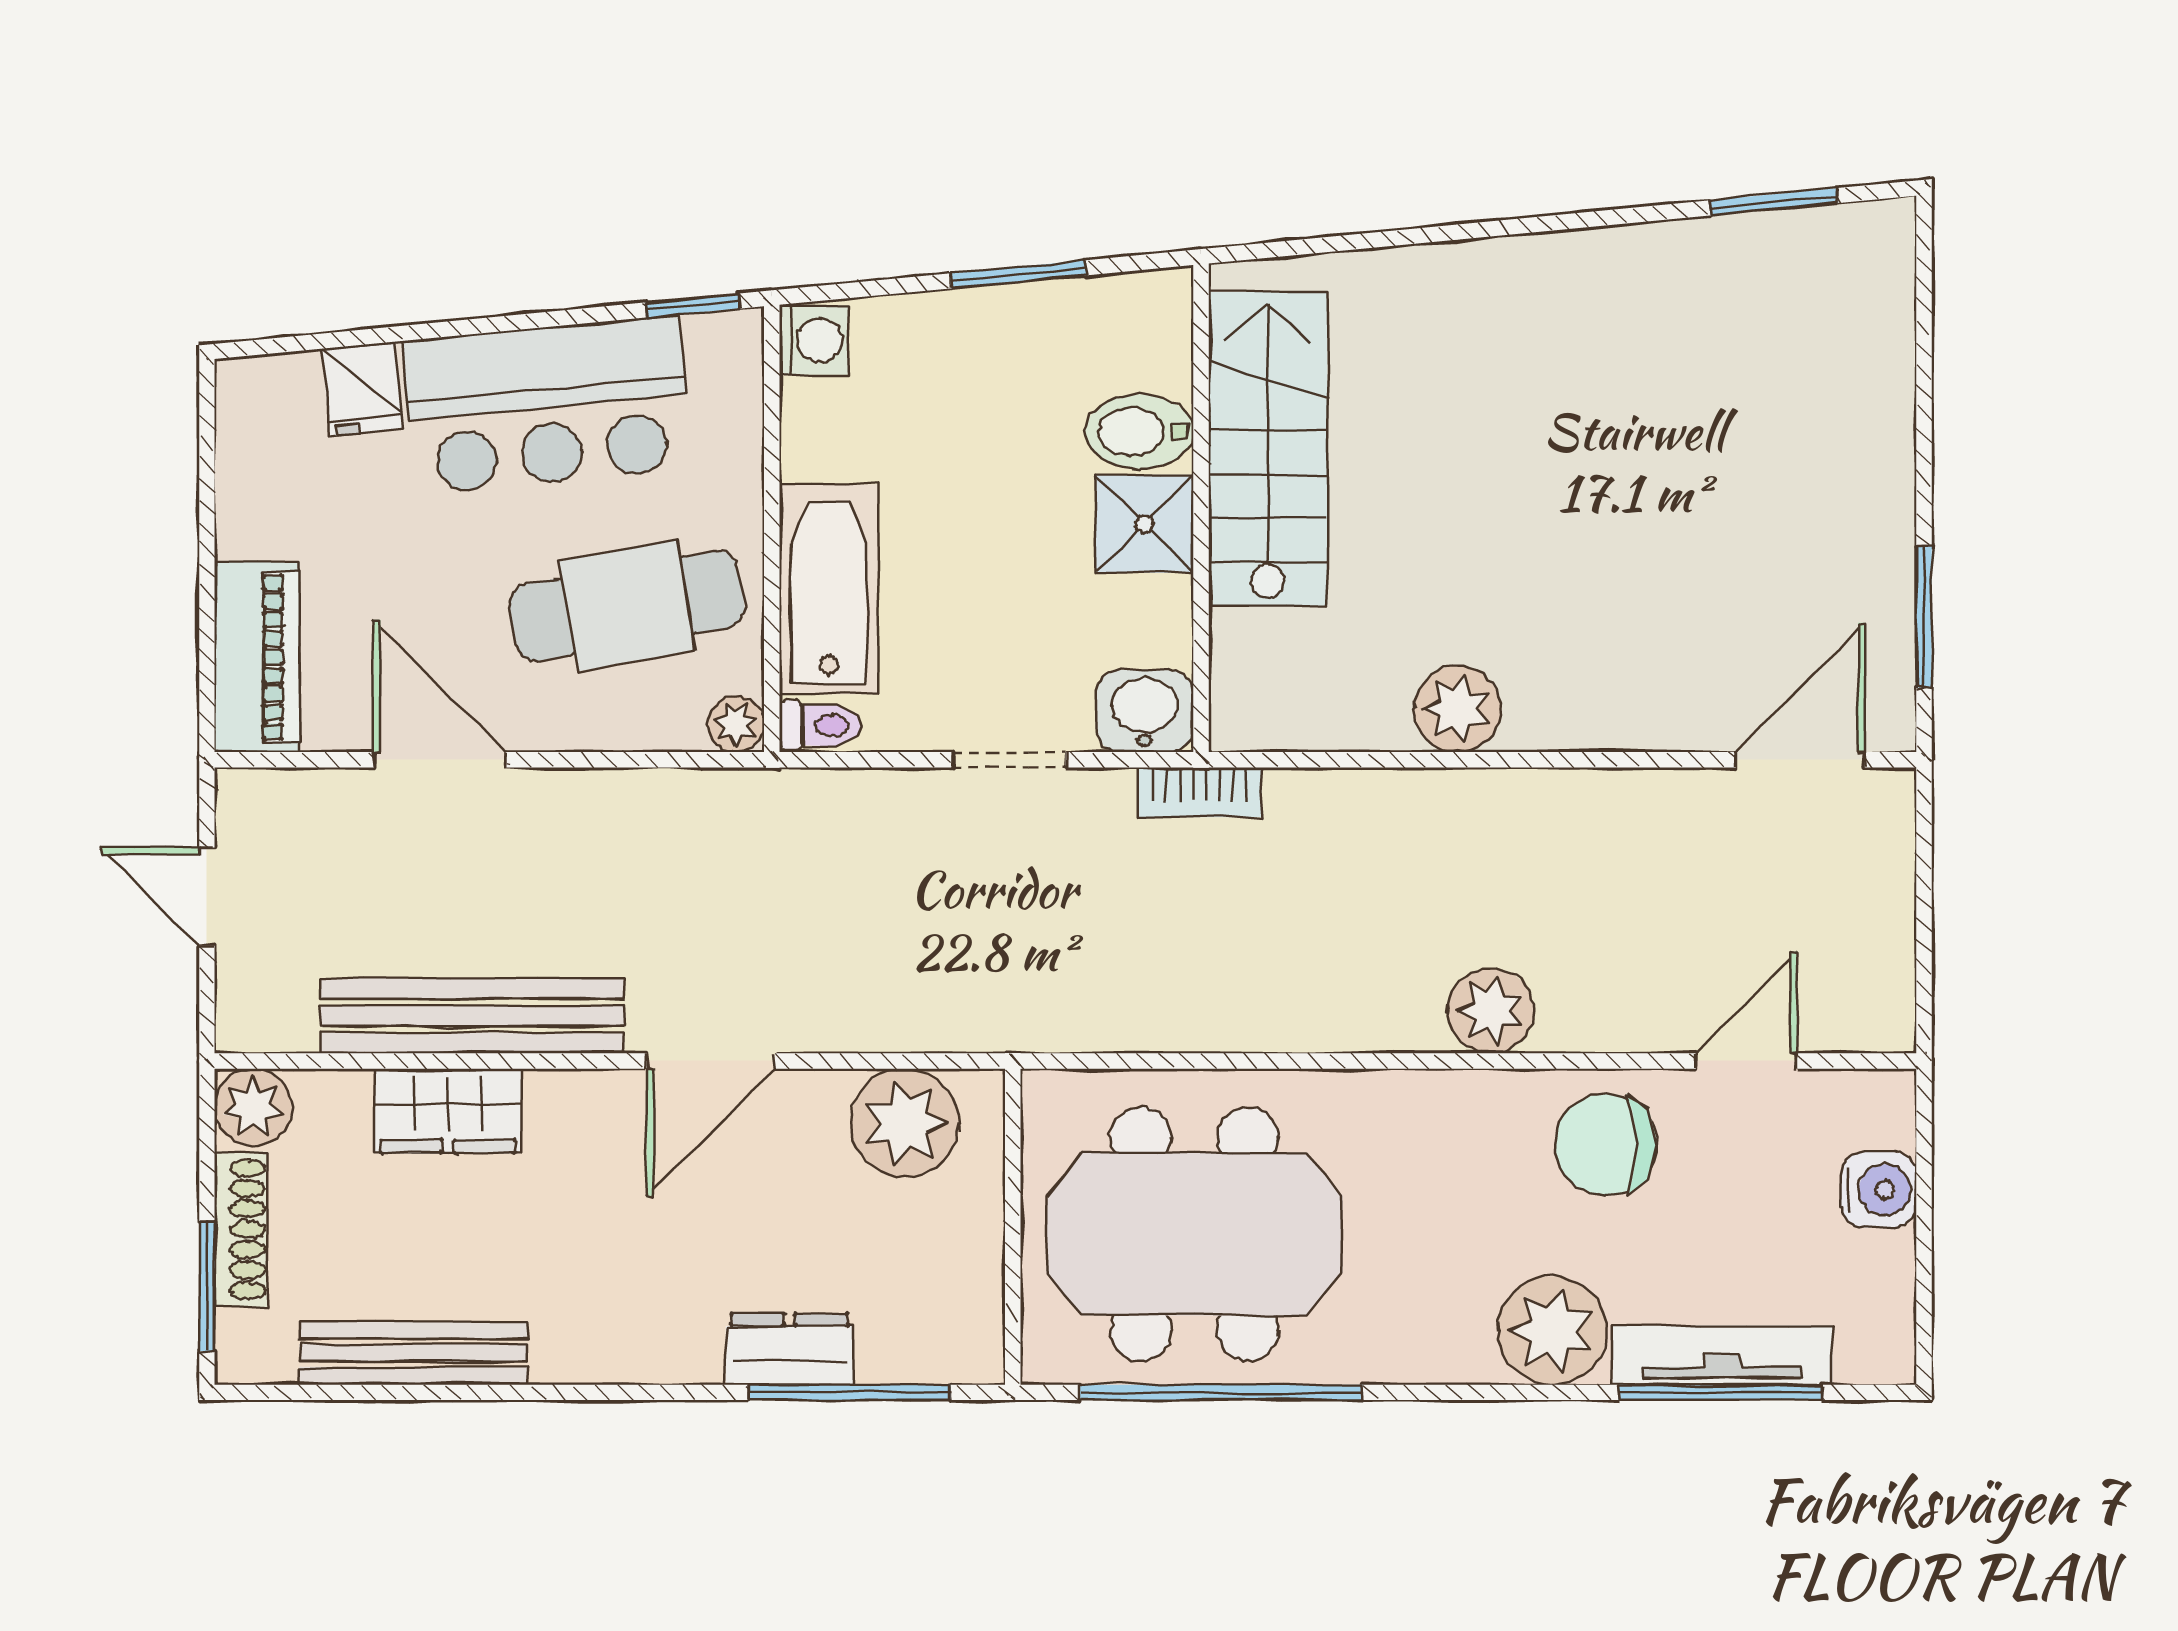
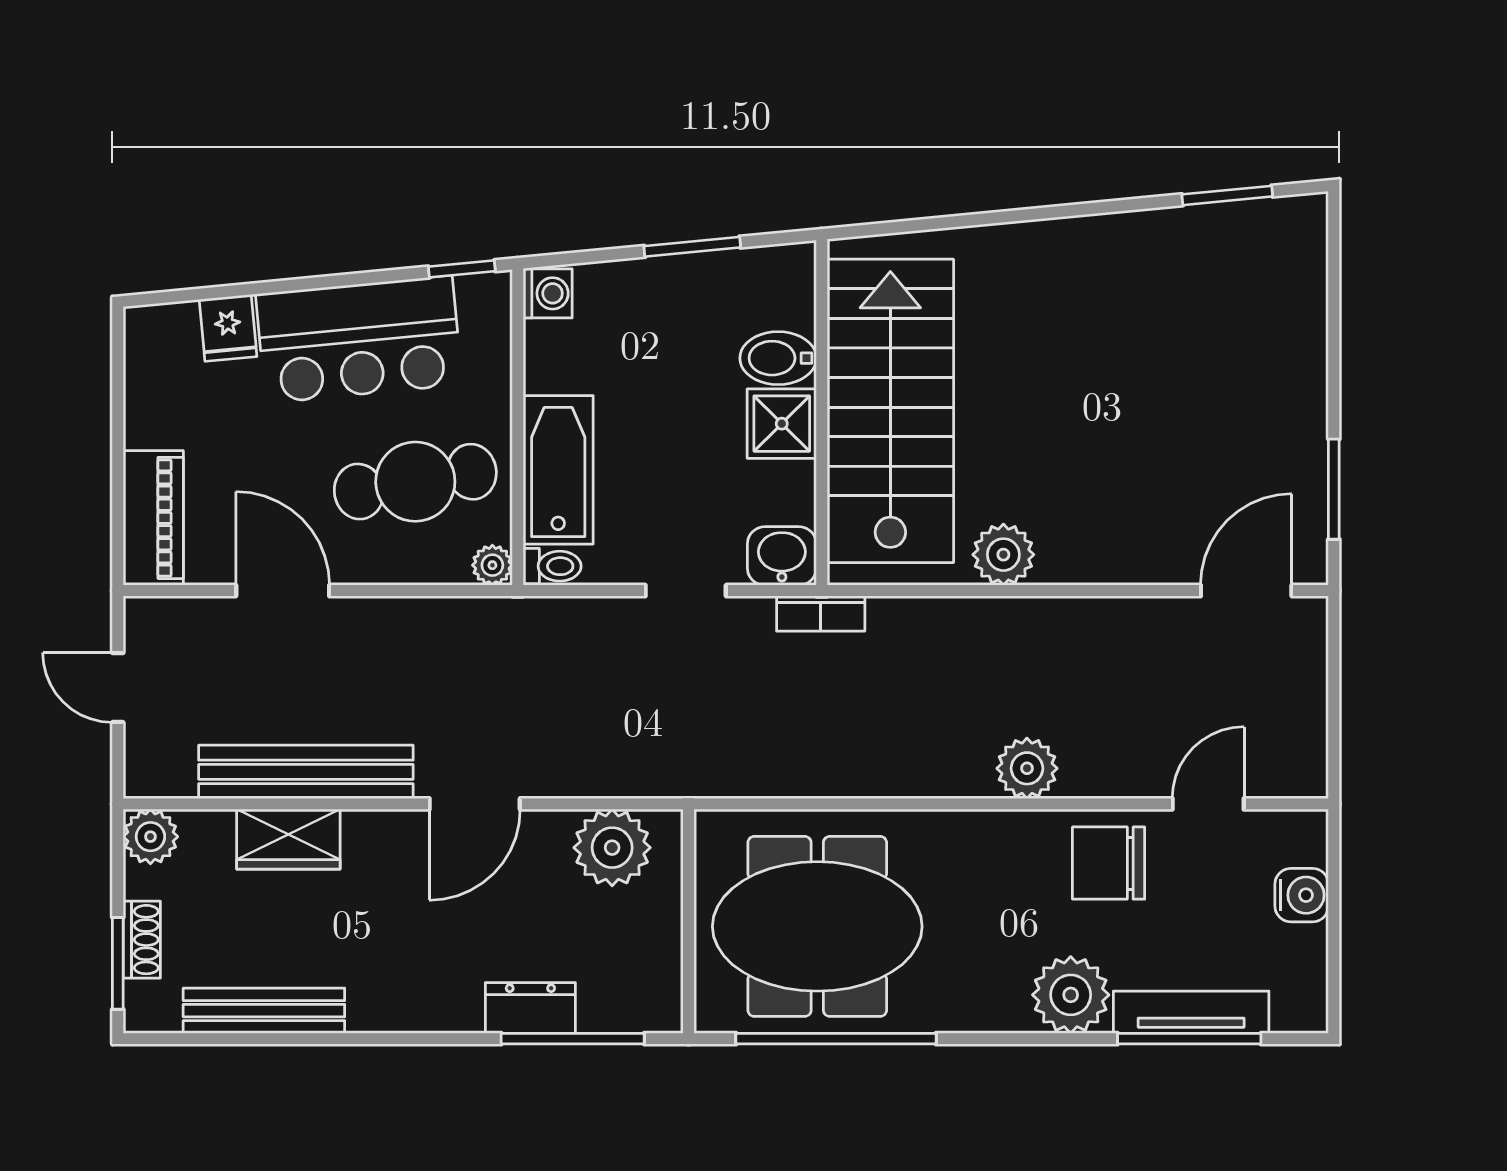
stairs: (1268, 449) -> (890, 411), width x1.36, depth x1.51
shoe rack: (241, 1229) -> (142, 940), width x0.70

